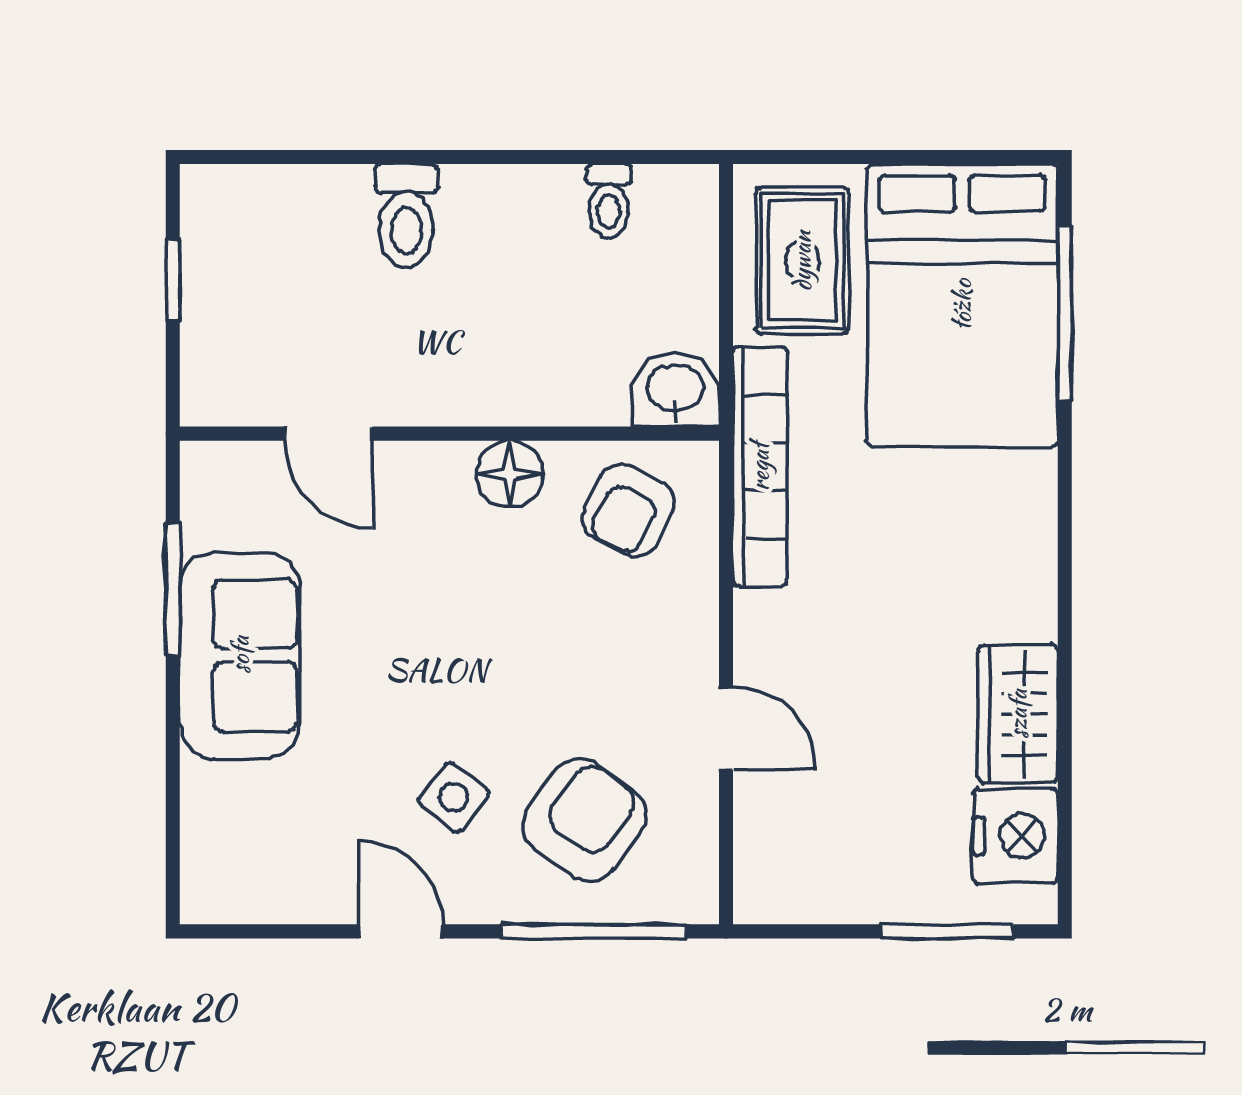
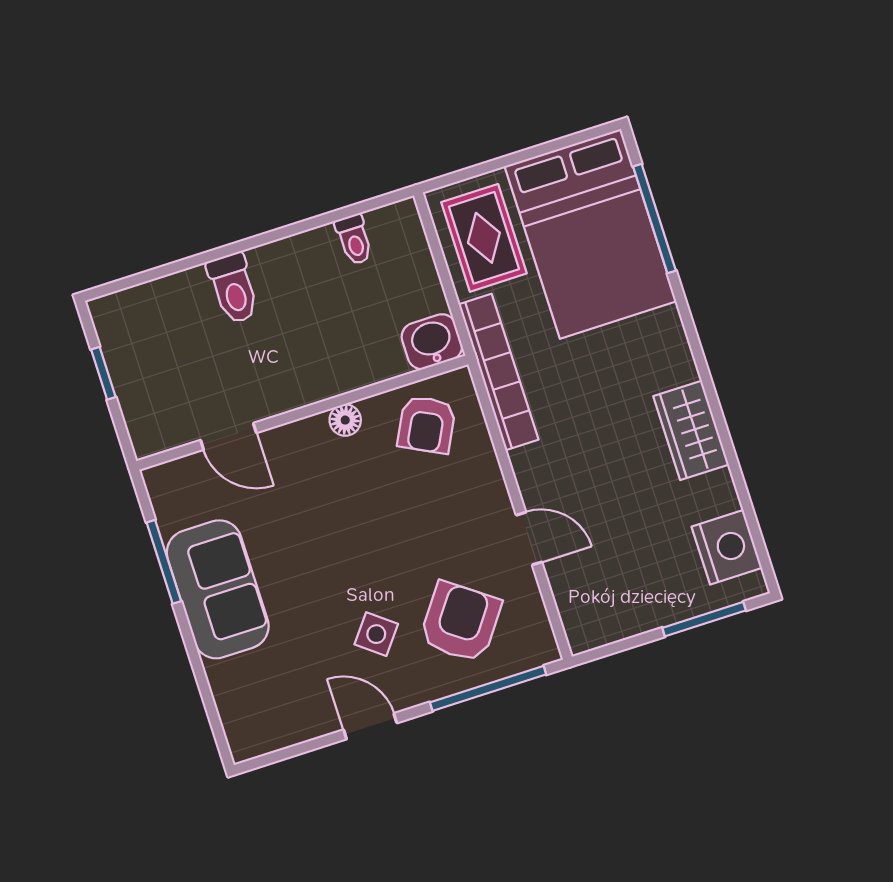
floor lamp: (510, 474) -> (345, 420), width x0.73, depth x0.73
wardrobe: (1018, 714) -> (691, 430), moved

